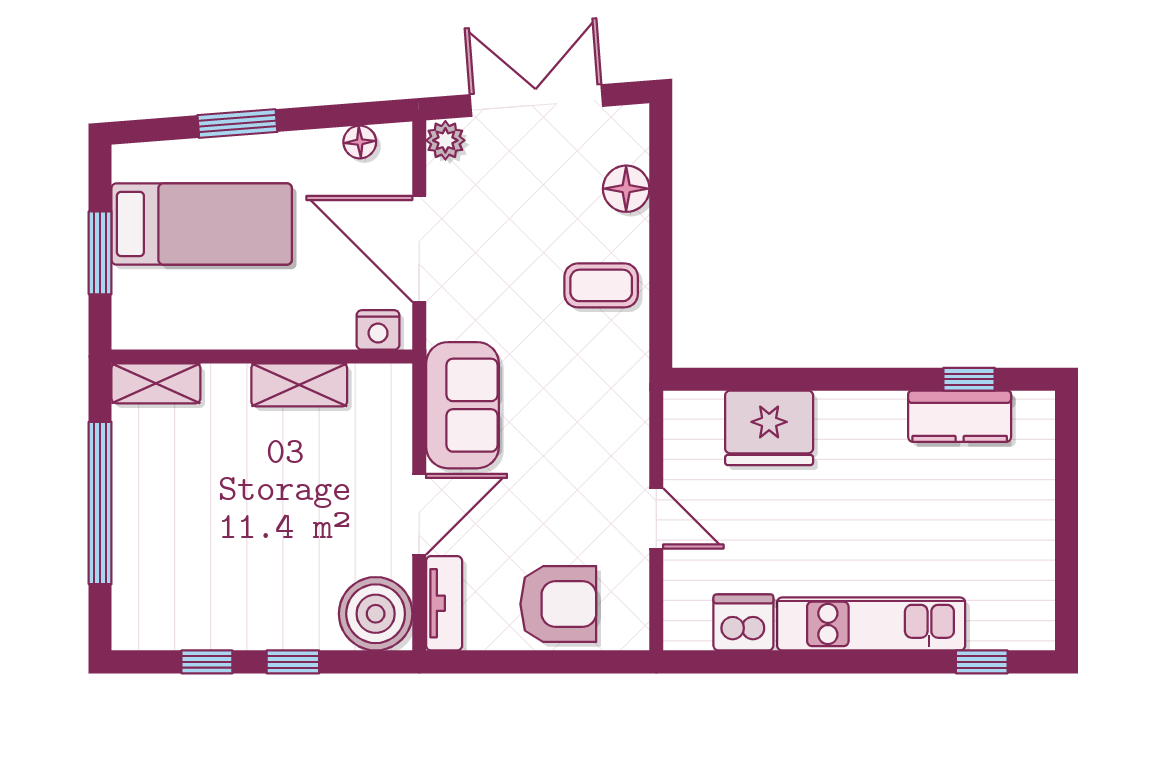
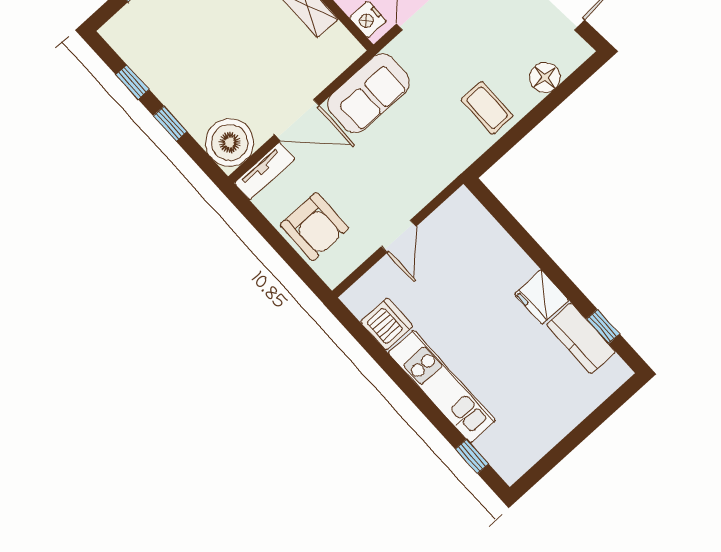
fridge: (769, 428) -> (542, 297), moved, width x0.73, depth x0.75

